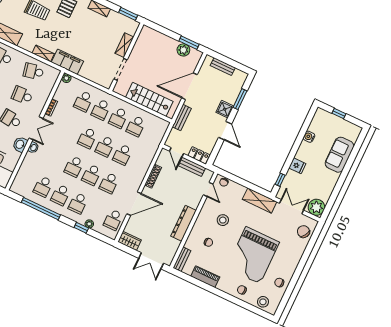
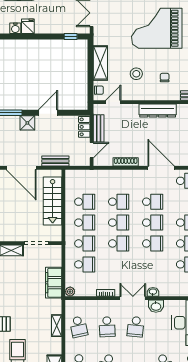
filing cabinet: (67, 62) -> (54, 283), moved
fridge: (297, 166) -> (28, 26), moved
shelving: (260, 201) -> (100, 63), moved
grand piano: (253, 255) -> (157, 28), turned 180

